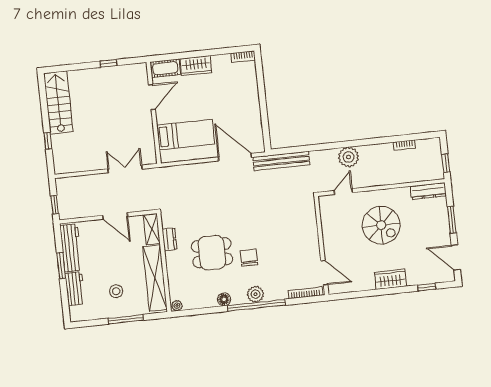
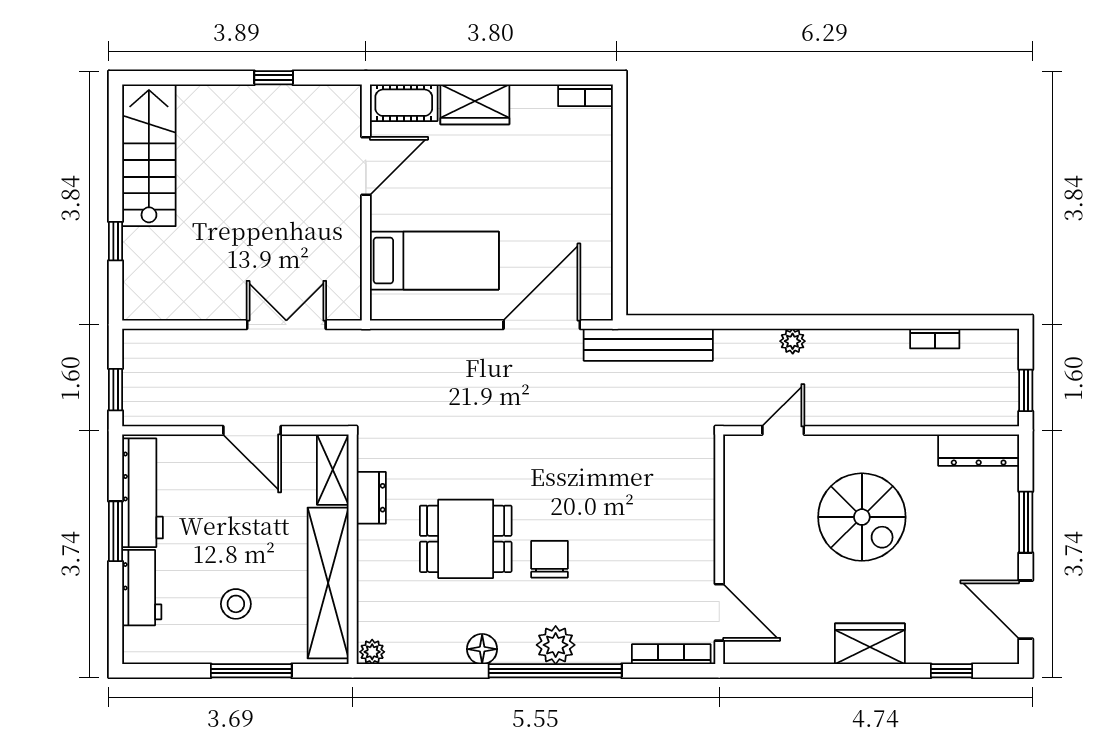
door: (235, 157) -> (542, 325), hinge flipped
plant: (349, 157) -> (793, 341), width x0.53, depth x0.53

